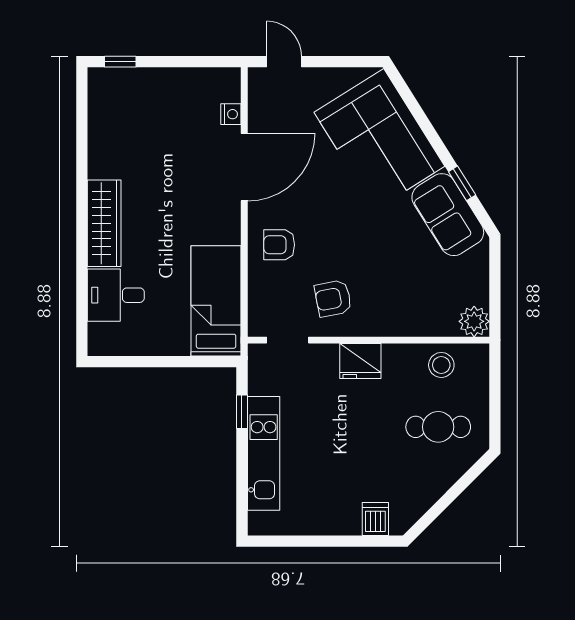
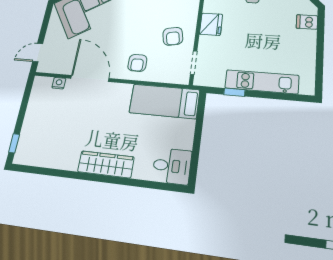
desk: (116, 295) -> (172, 166), moved, turned -90

